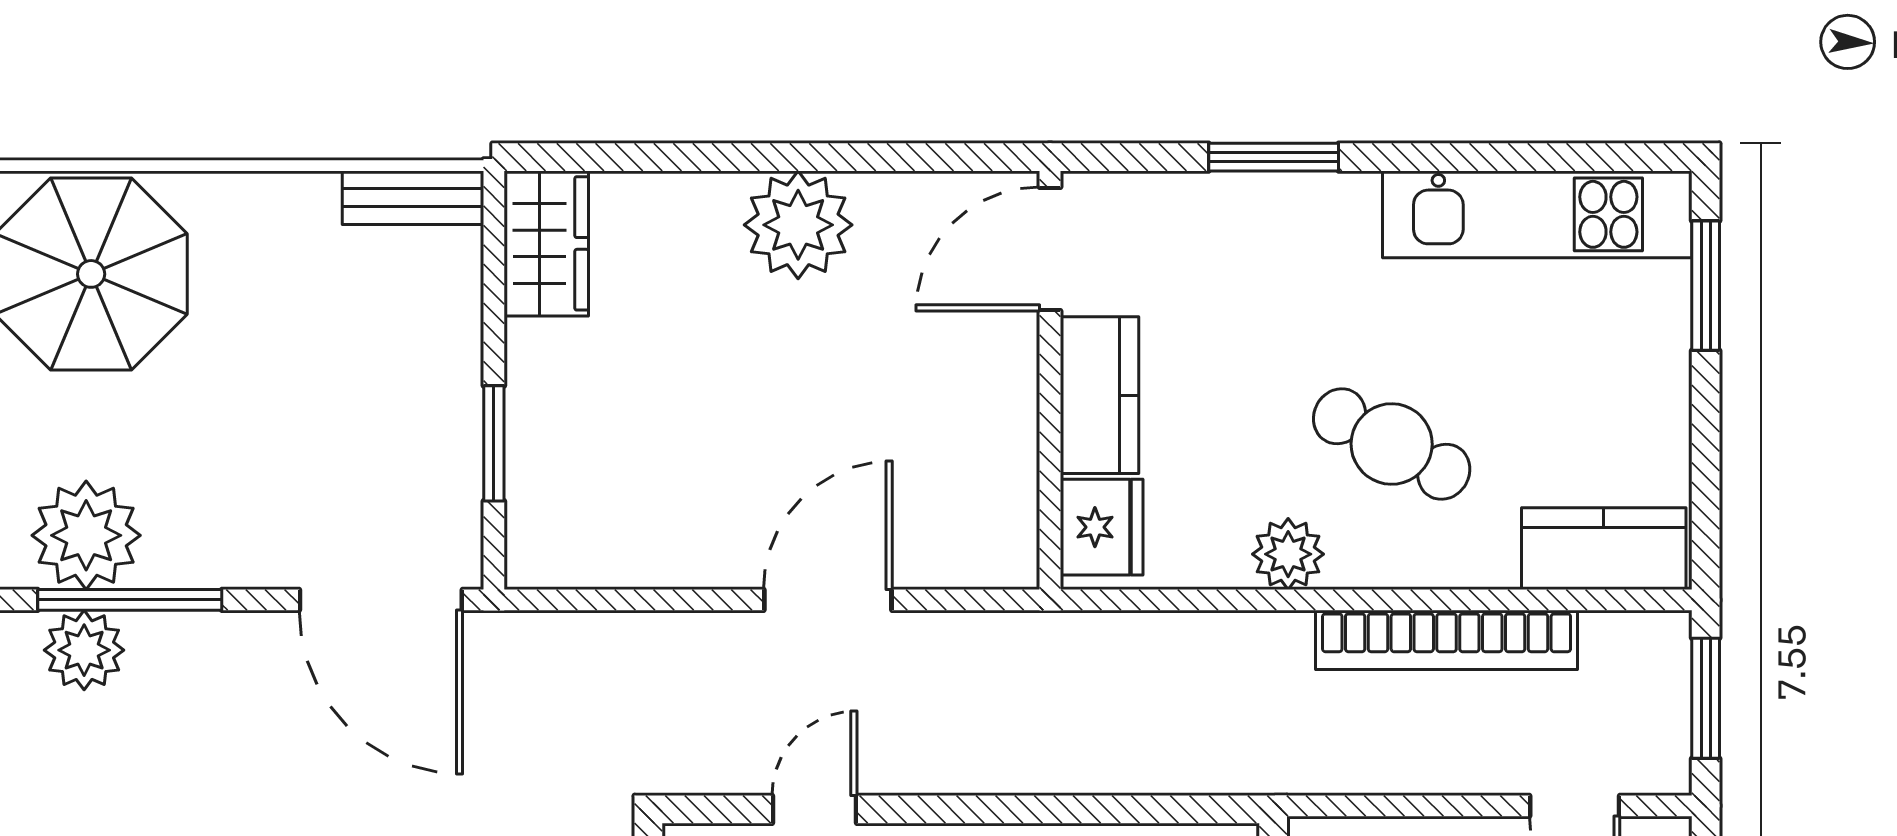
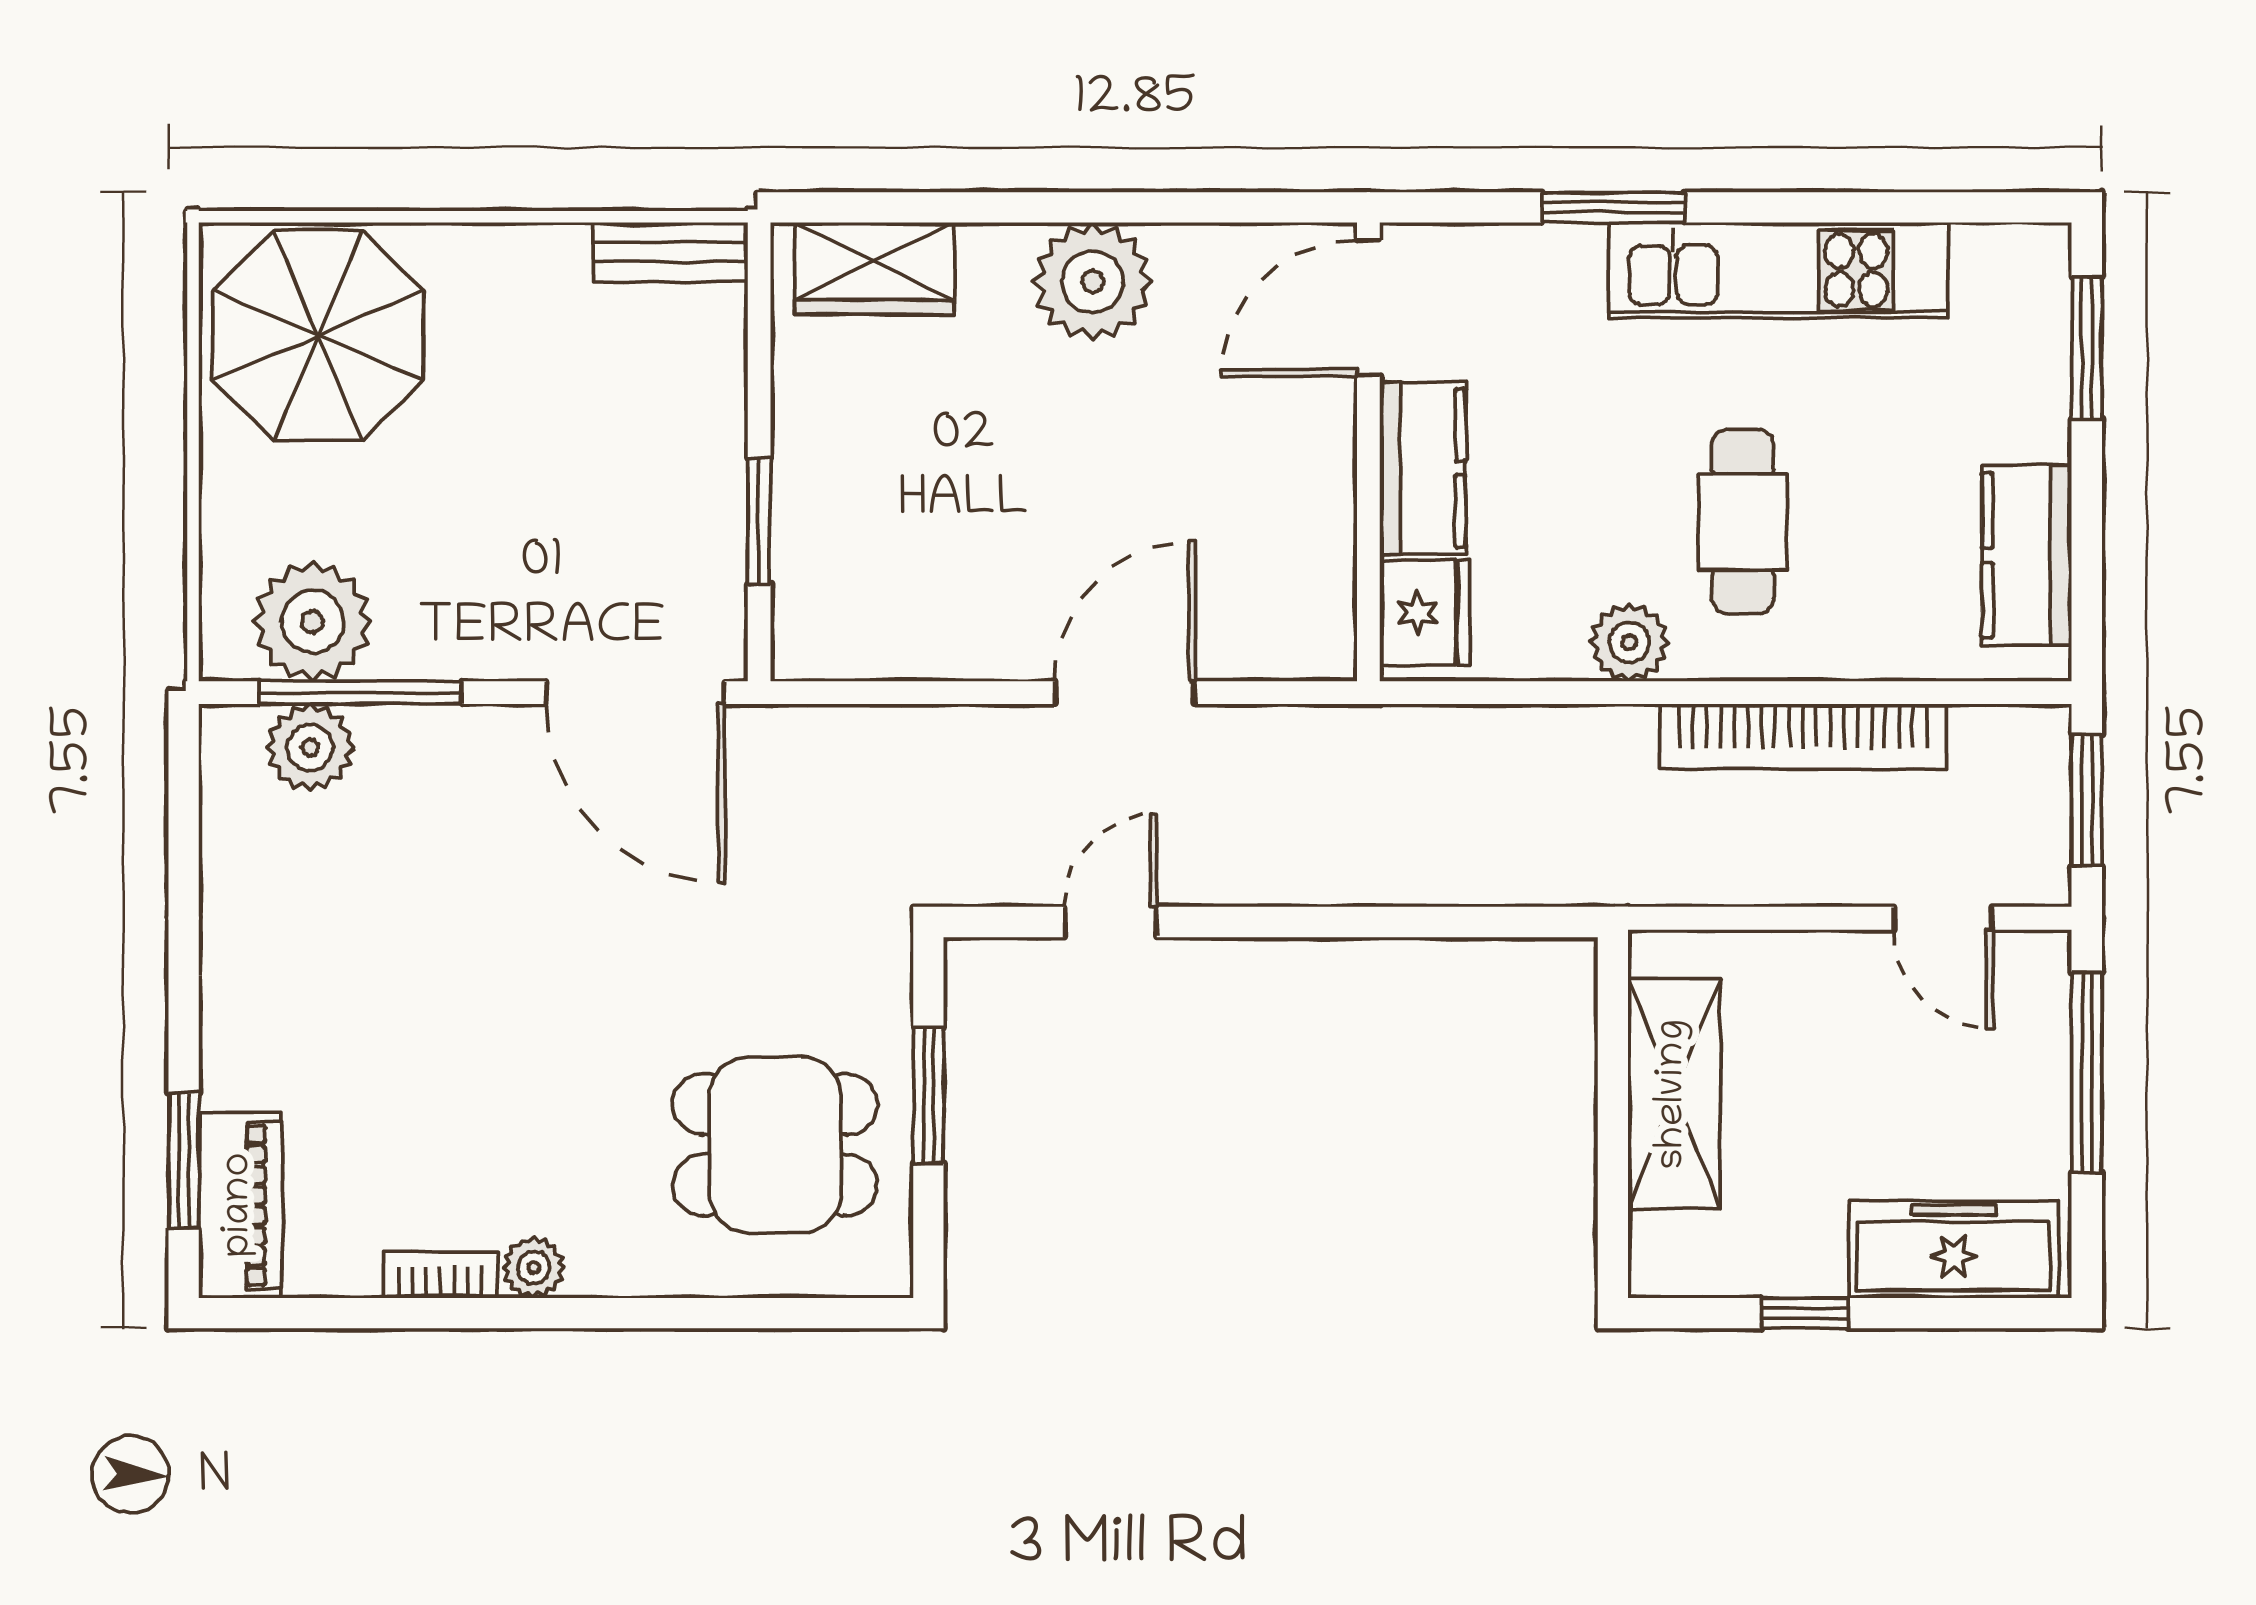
kitchen unit: (1537, 214) -> (1778, 270), moved
wardrobe: (546, 243) -> (875, 269), moved, turned 90
cafe table: (1392, 444) -> (1743, 522), turned 62
kitchen counter: (1604, 549) -> (2027, 556), moved, turned -90

